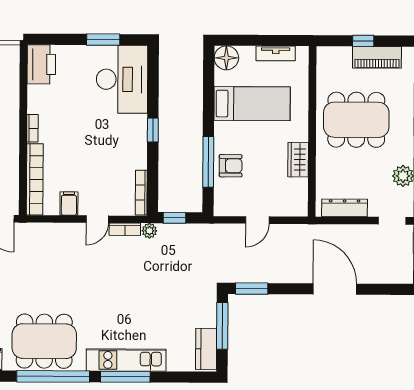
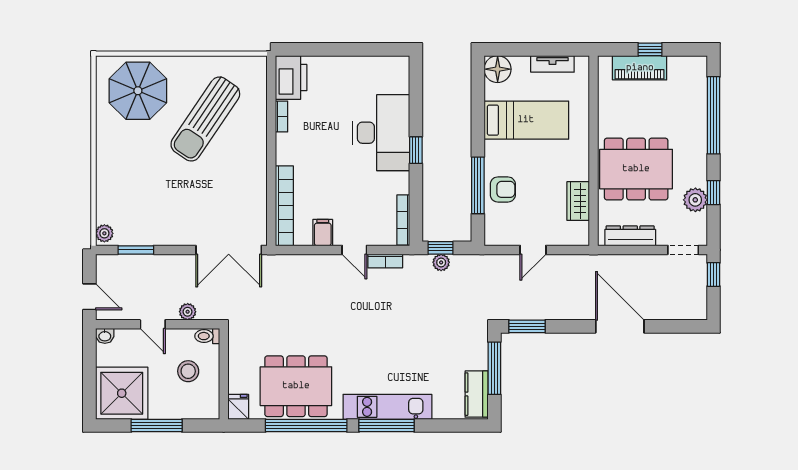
window: (103, 40) -> (360, 49), removed
piano: (377, 57) -> (640, 68), moved
desk: (122, 79) -> (381, 133), moved
dining table: (356, 120) -> (636, 169), moved
bookcase: (32, 128) -> (282, 116), moved
wardrobe: (298, 160) -> (578, 201), moved
door: (97, 219) -> (354, 250), hinge flipped
plant: (149, 231) -> (441, 262), moved

